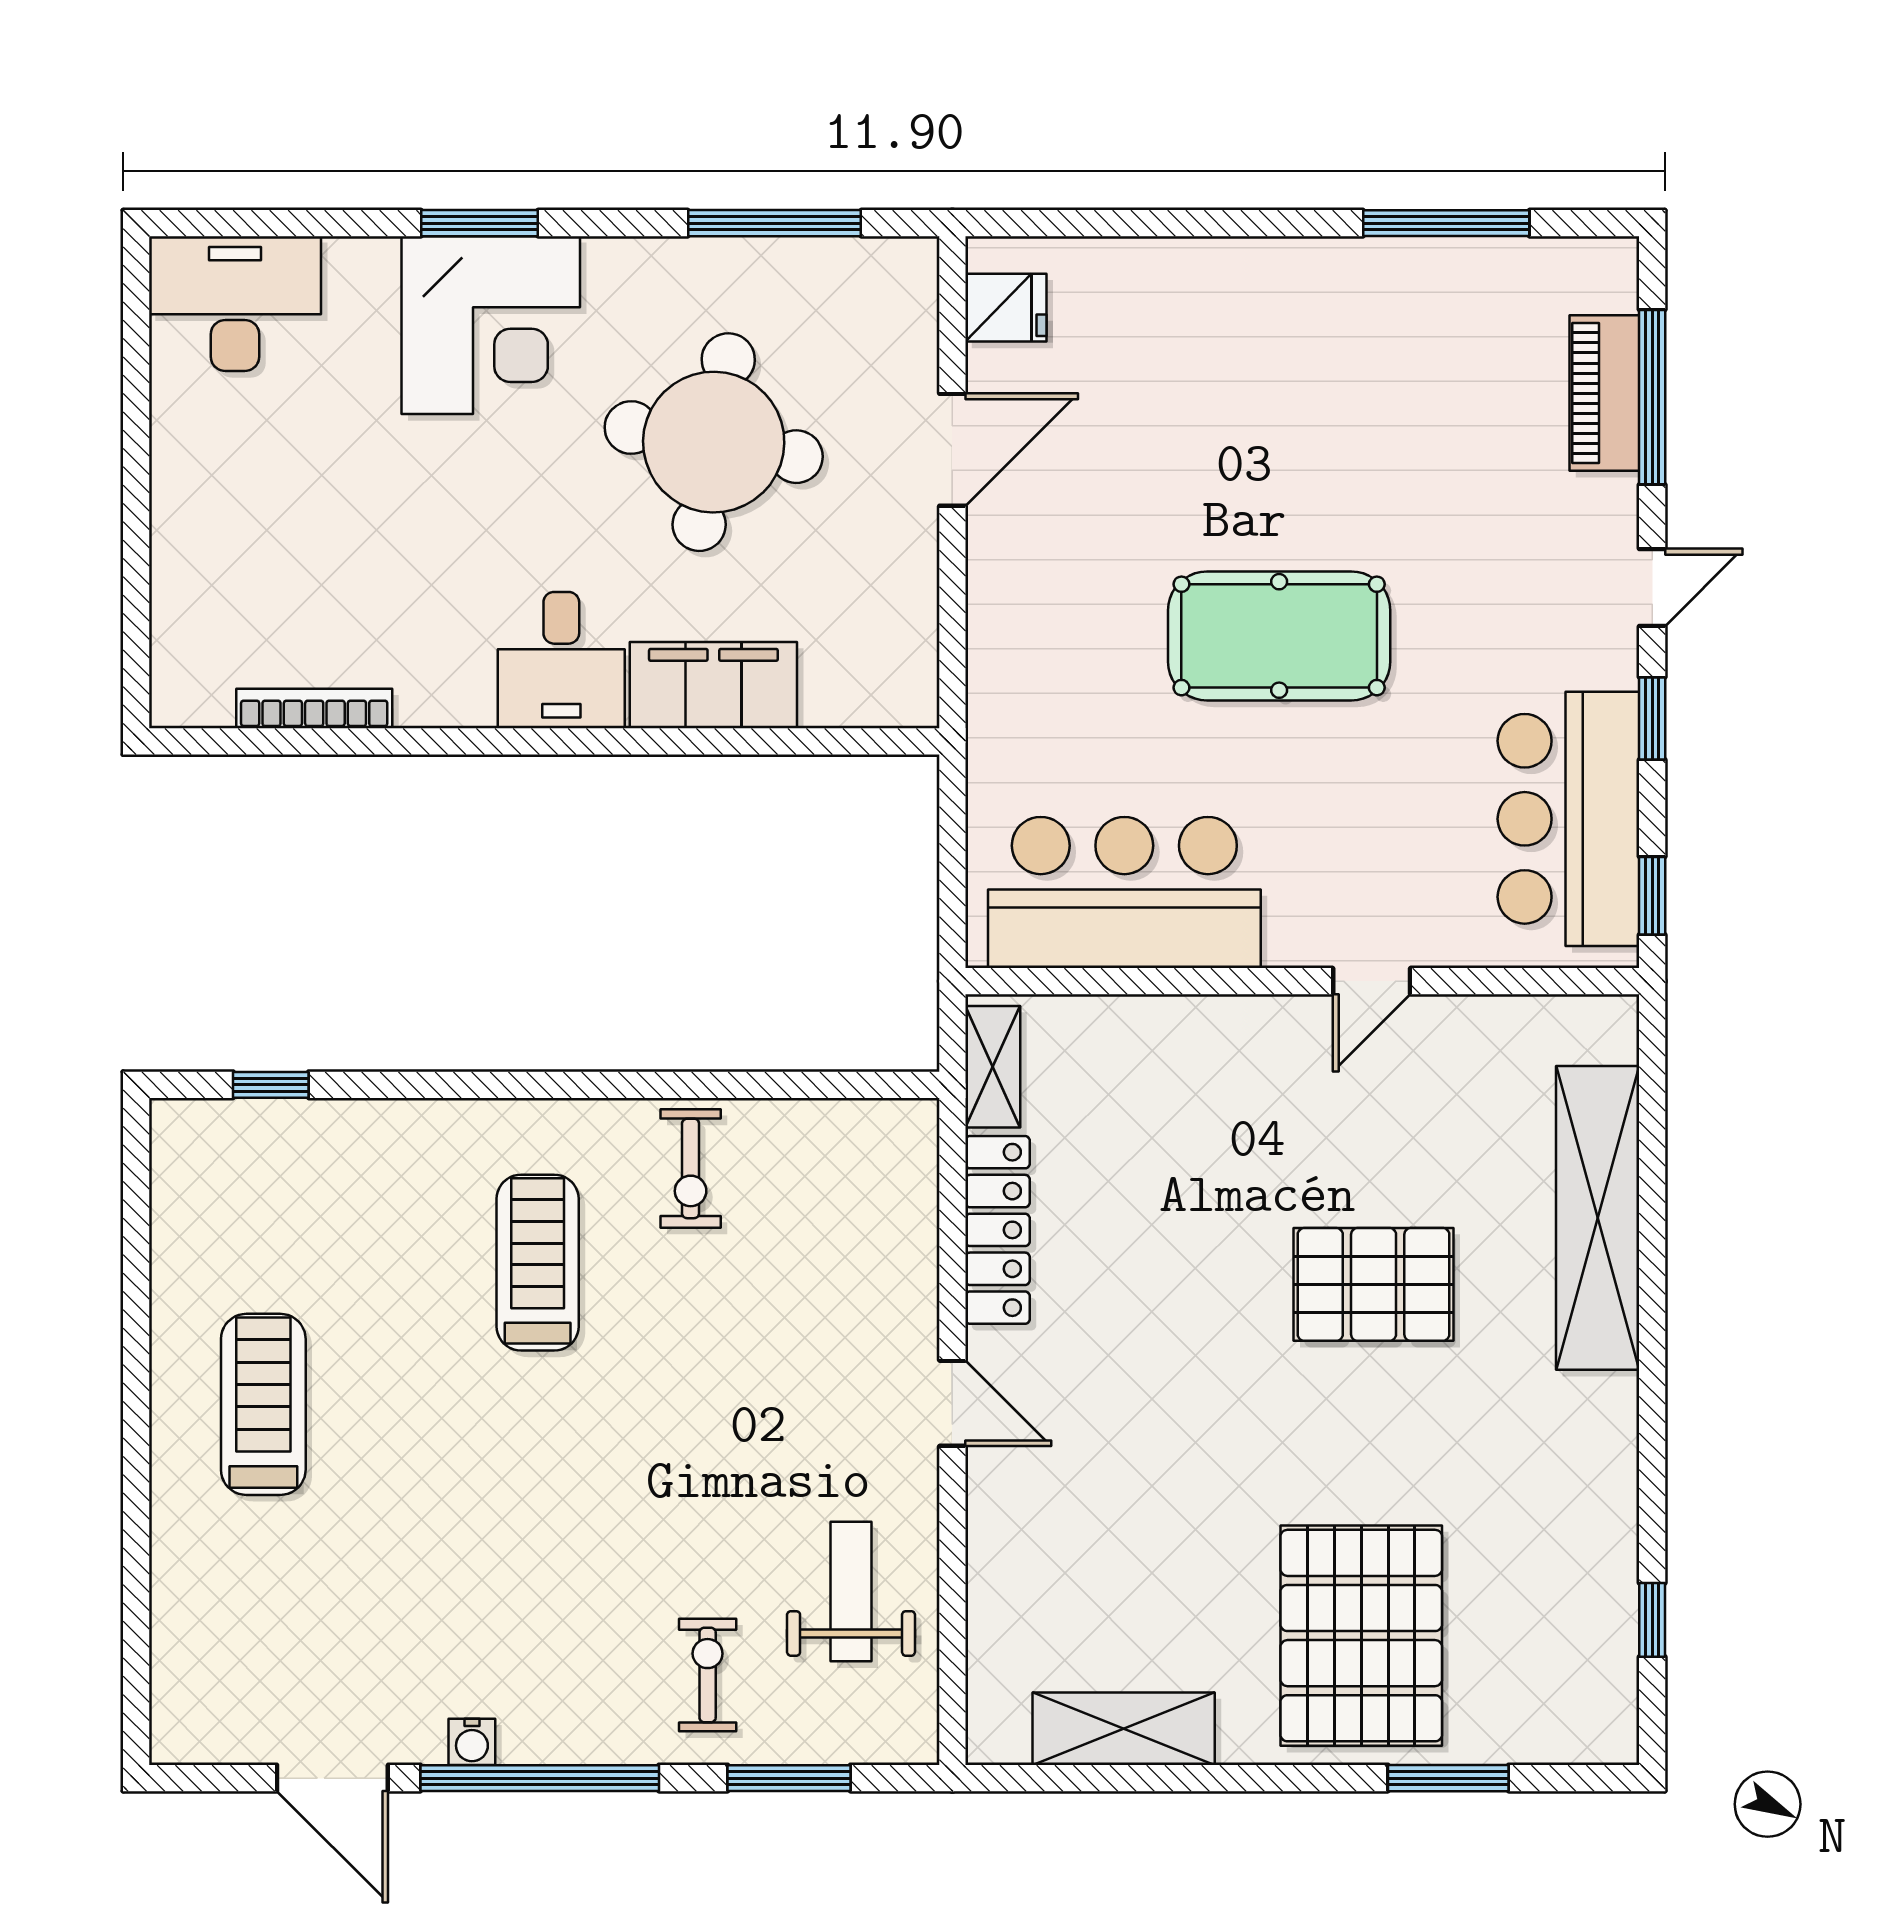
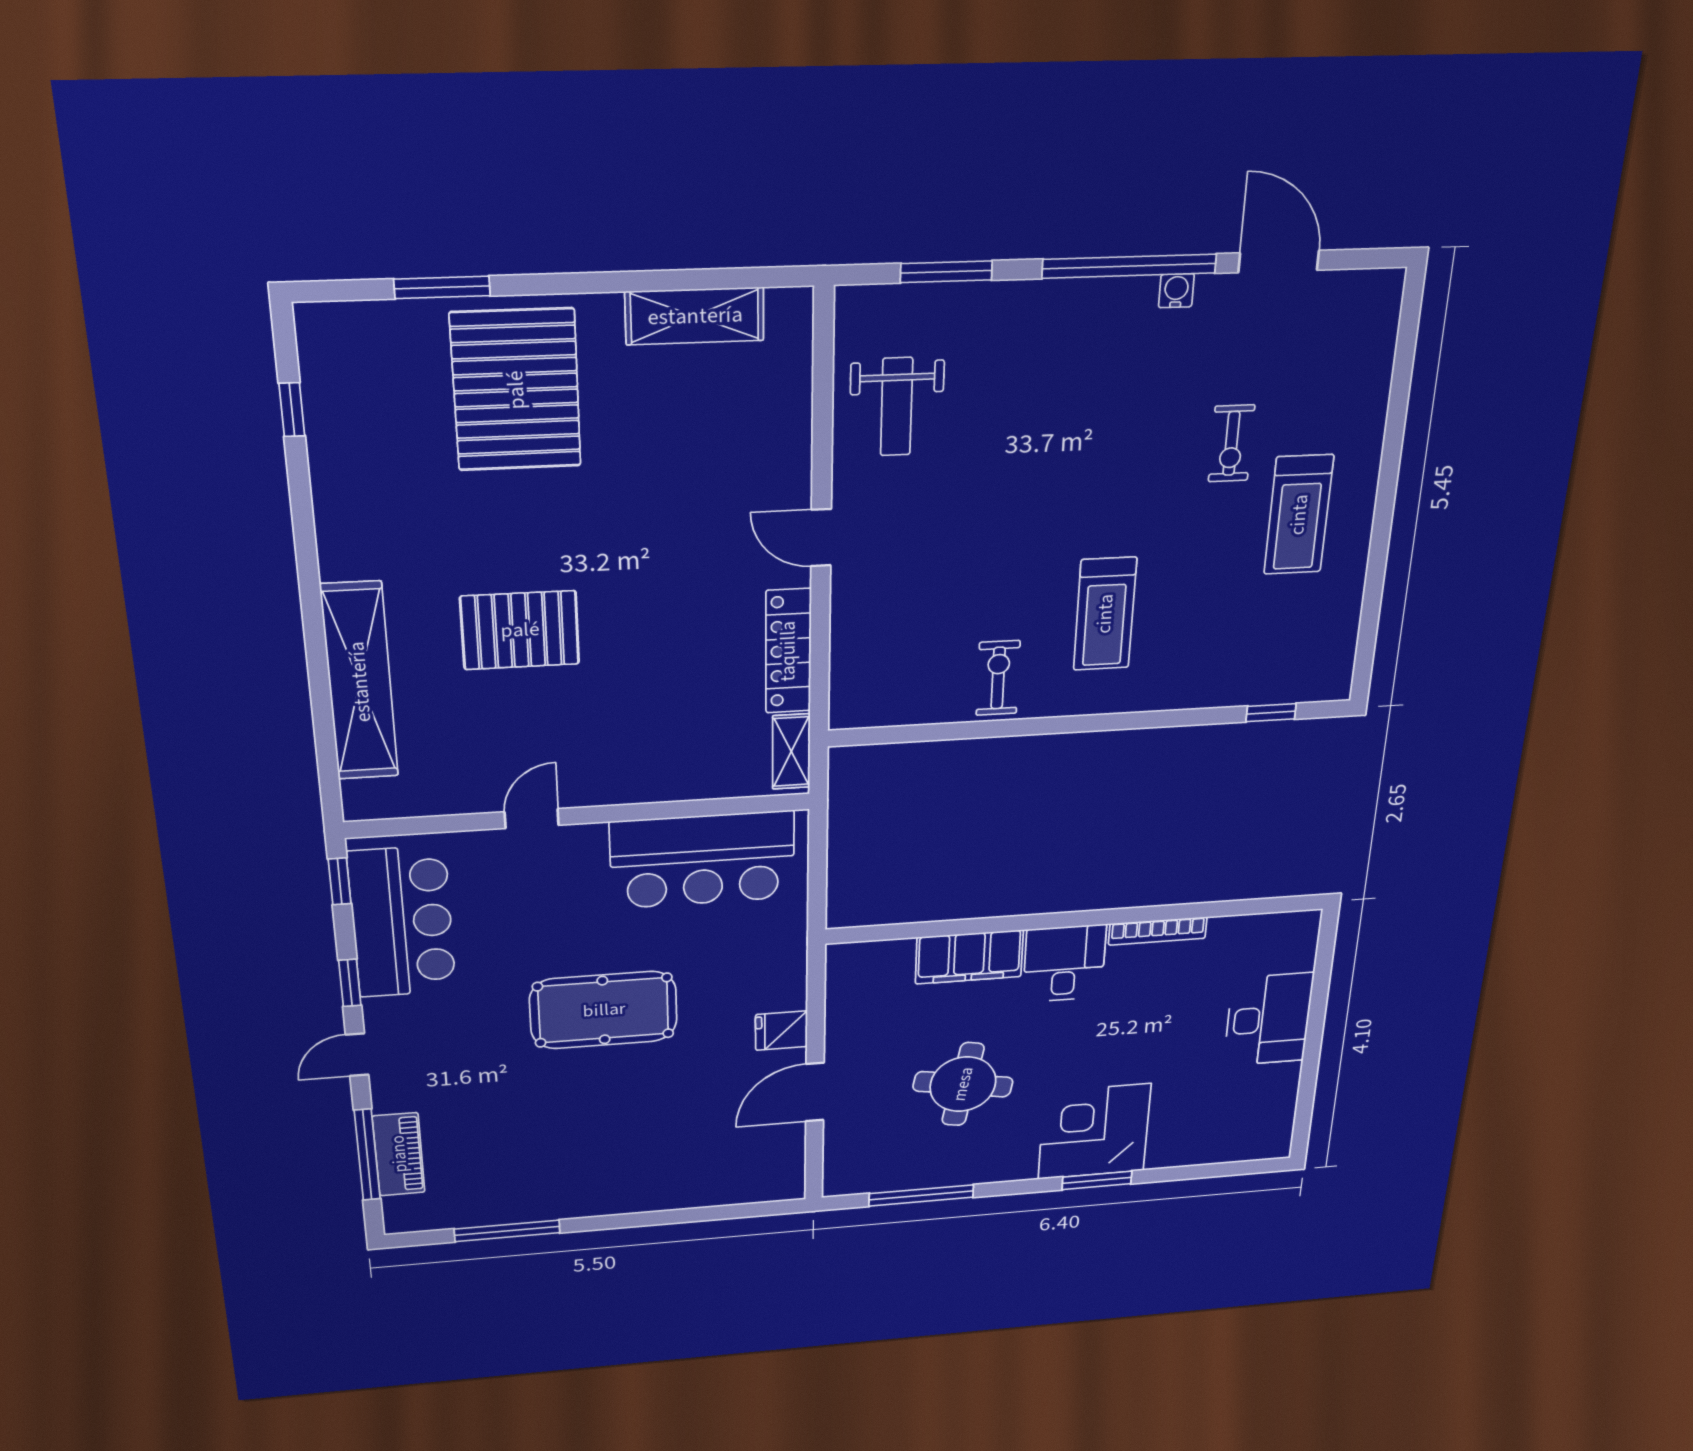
desk: (235, 304) -> (1268, 1019), moved, turned -90
fridge: (1006, 308) -> (781, 1031), moved
round table: (714, 442) -> (963, 1084), width x0.73, depth x0.73
bookcase: (314, 709) -> (1158, 931), moved
exercise bike: (708, 1675) -> (1231, 443), moved

